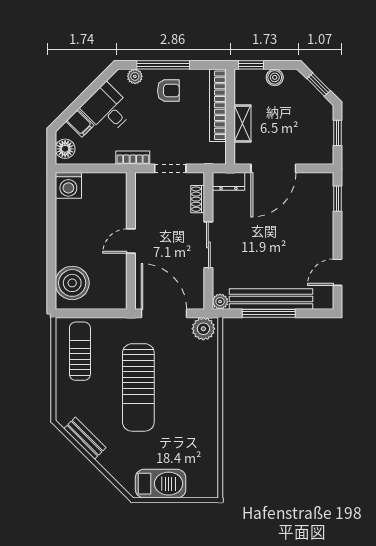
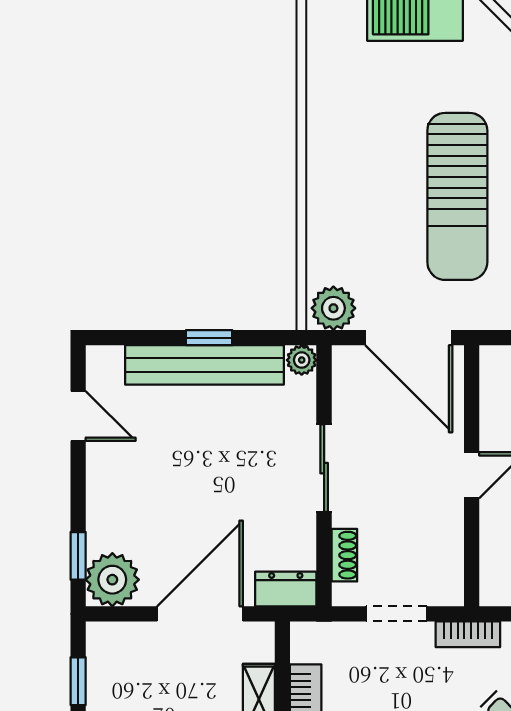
plant: (320, 186) -> (112, 580), added
door: (337, 272) -> (78, 416), hinge flipped
window: (269, 313) -> (209, 338), width x0.46
sun lounger: (138, 387) -> (457, 196), turned 180

